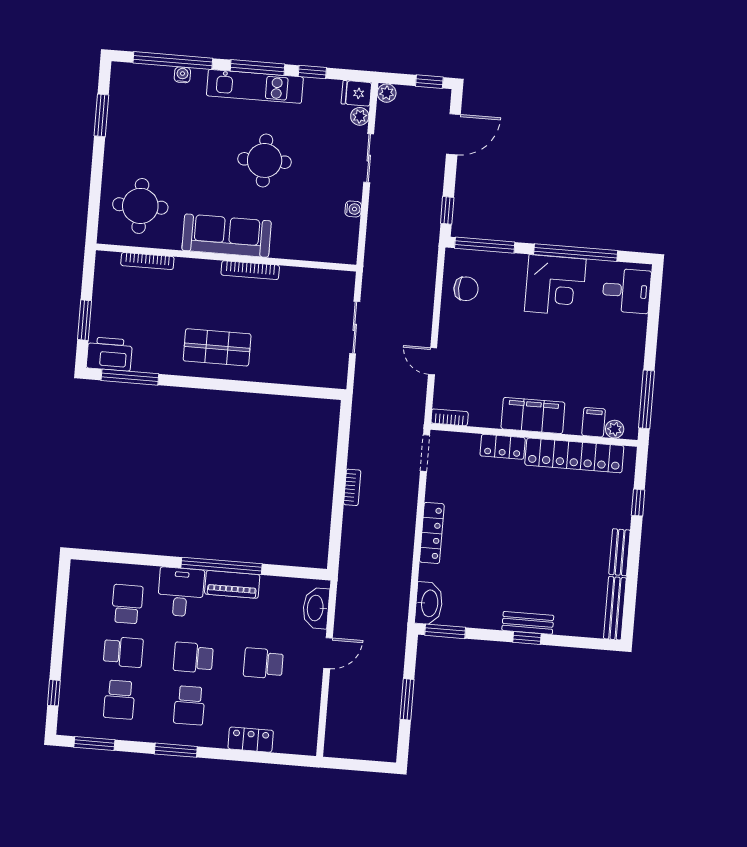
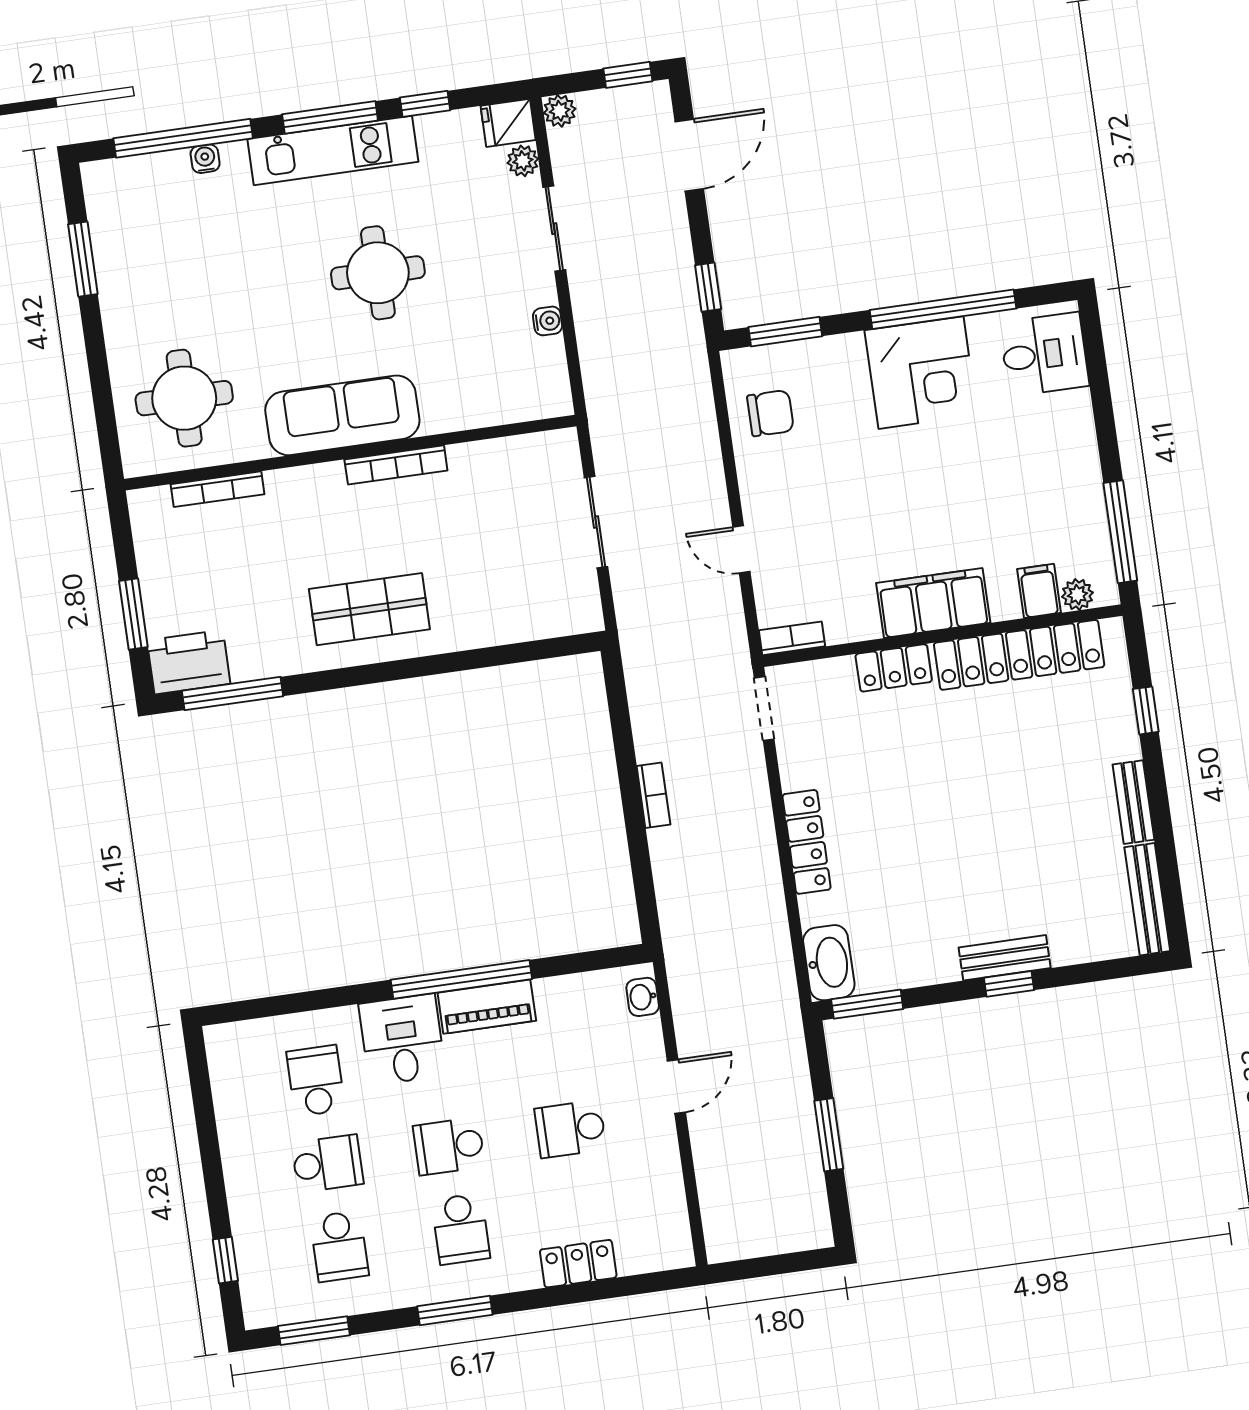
window: (485, 245) -> (785, 332), width x0.69
washbasin: (316, 608) -> (643, 997), width x0.52, depth x0.69

